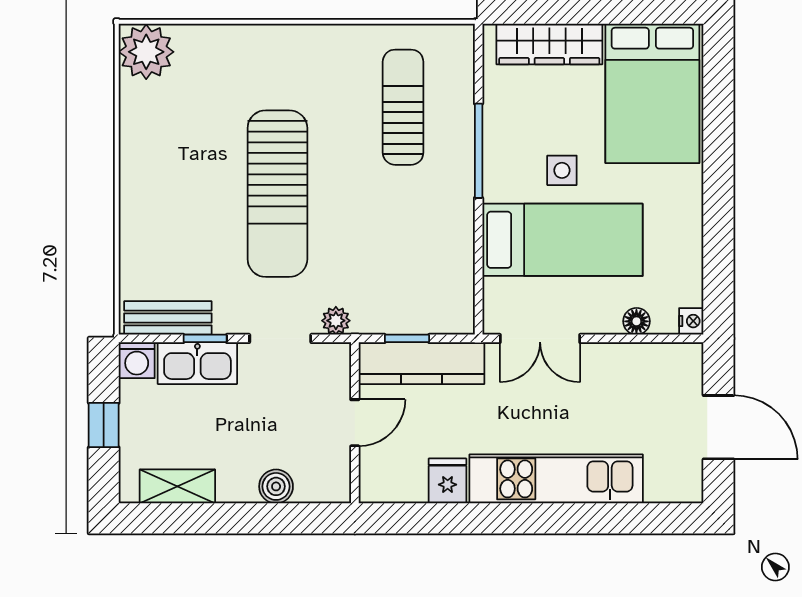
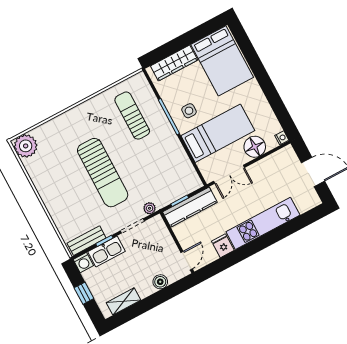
side table: (562, 170) -> (189, 111), moved
floor lamp: (636, 321) -> (255, 147), width x1.89, depth x1.89
door: (355, 423) -> (187, 261), moved

